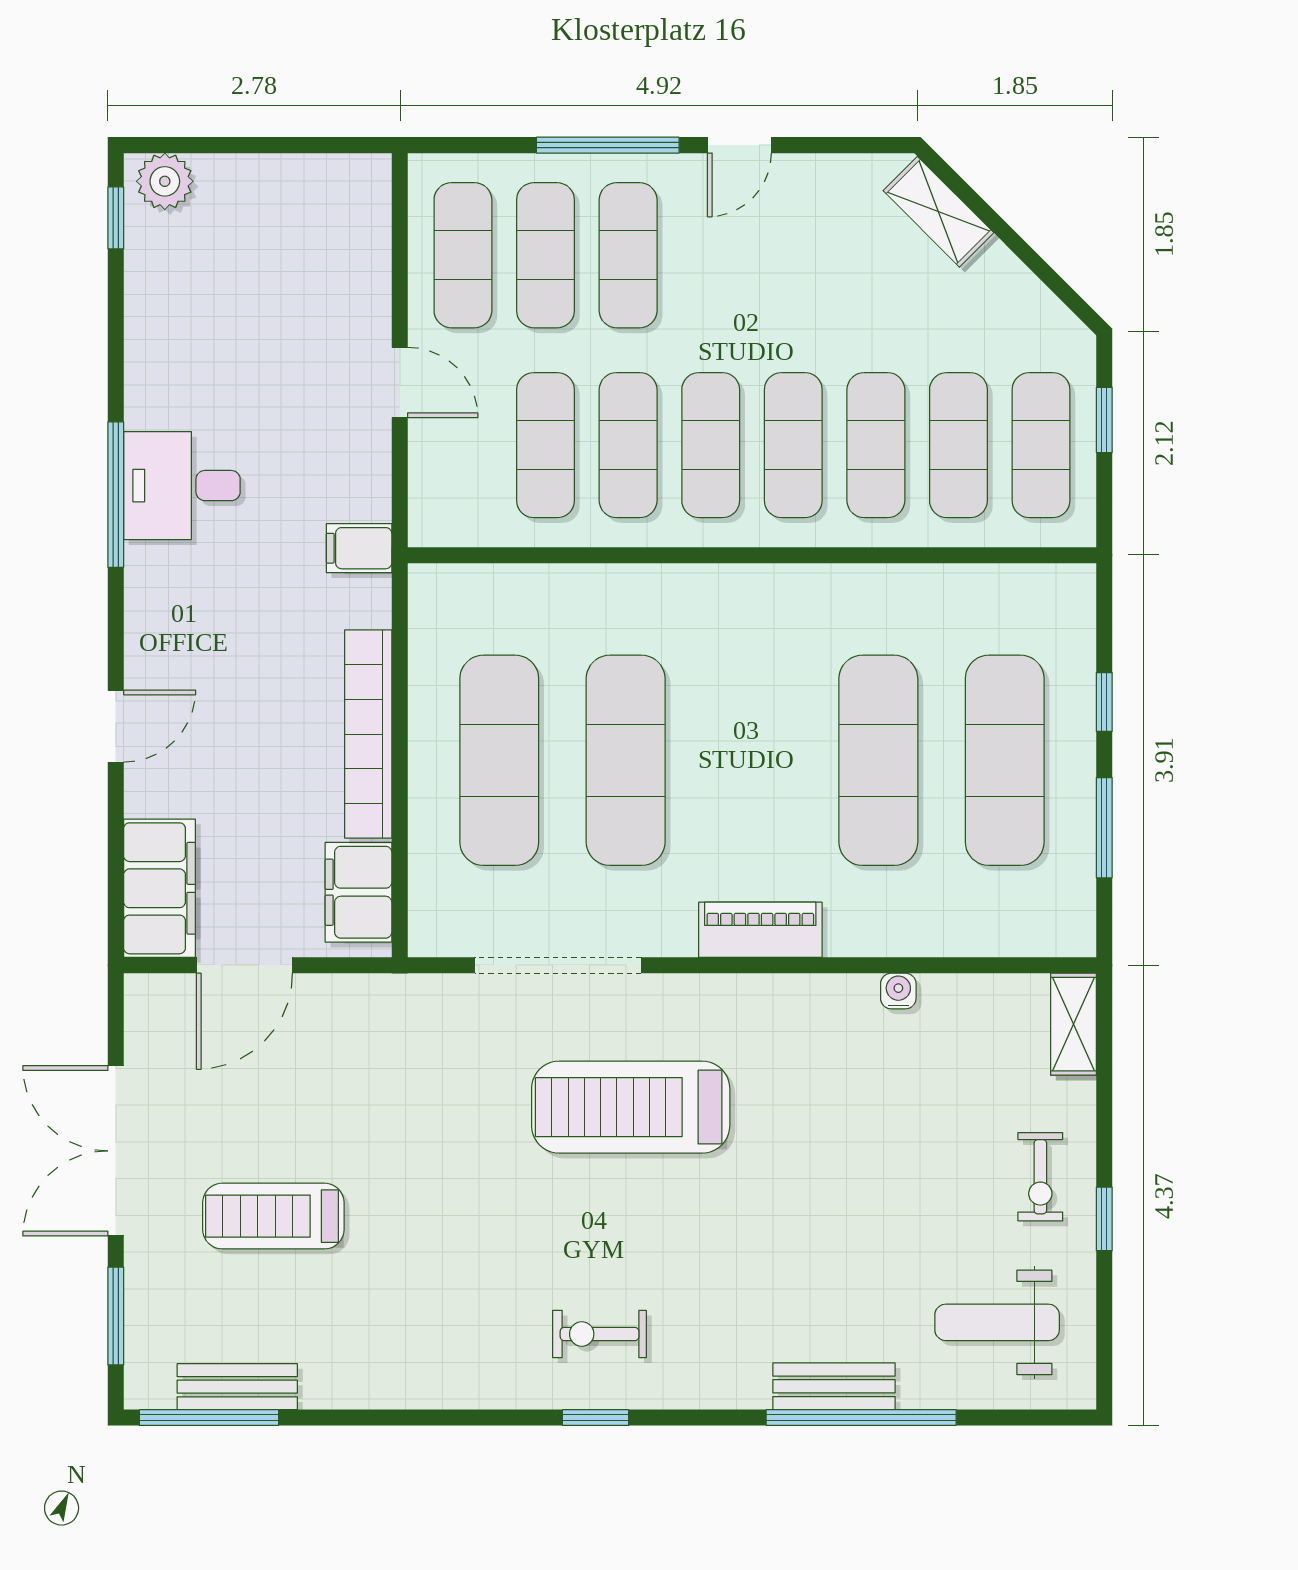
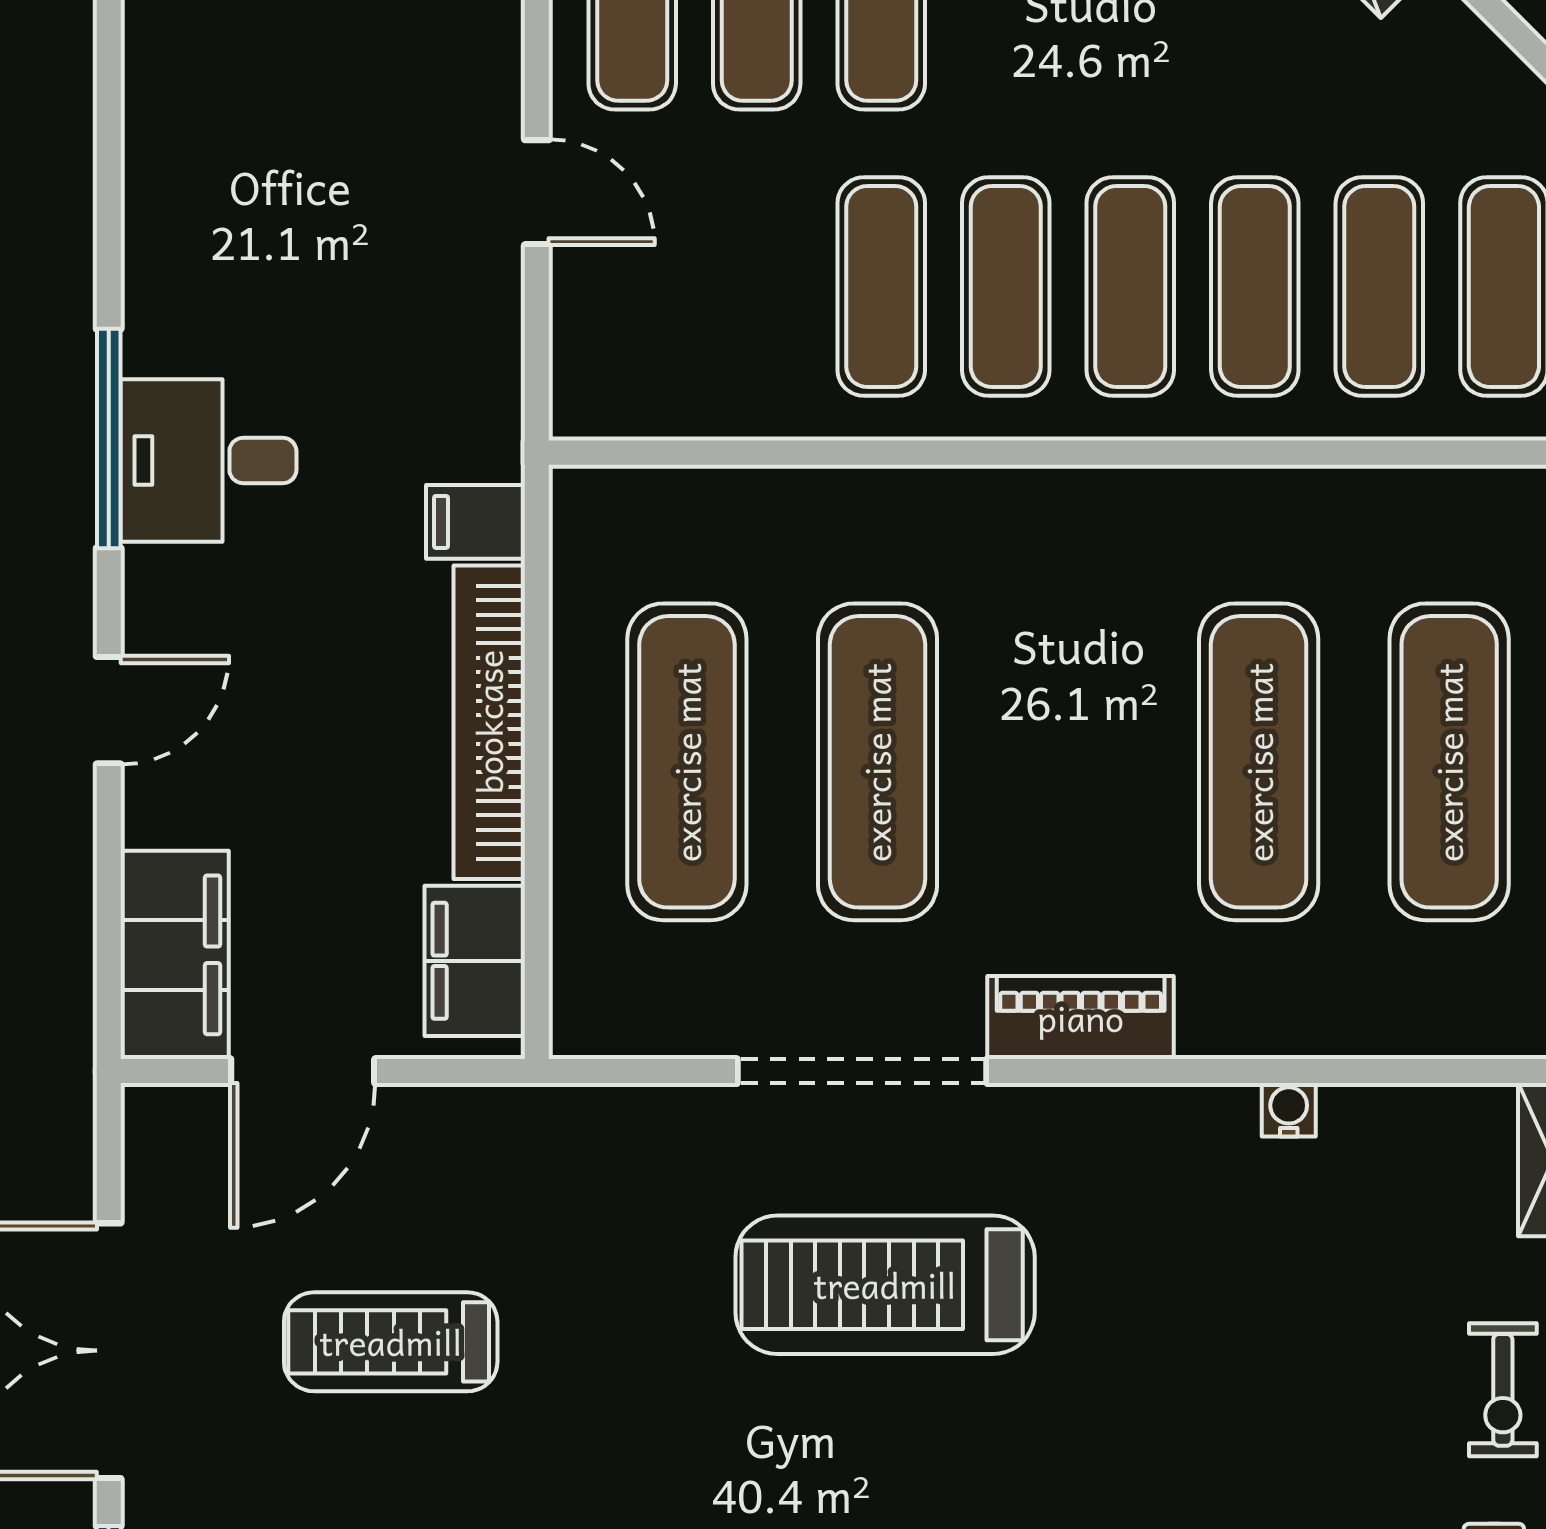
exercise mat: (546, 445) -> (757, 287), removed
desk: (182, 486) -> (208, 460), moved
window: (116, 495) -> (109, 438), moved
filing cabinet: (359, 548) -> (476, 522), moved
doorway: (558, 965) -> (862, 1071), moved
treadmill: (273, 1216) -> (391, 1342), moved

